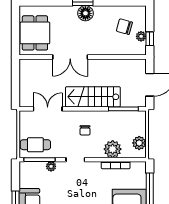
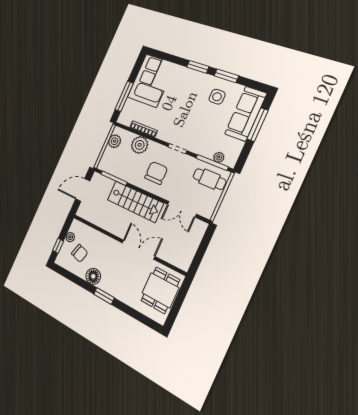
floor lamp: (85, 13) -> (93, 276), moved
window: (150, 39) -> (58, 246), moved
chair: (85, 130) -> (156, 173), width x1.87, depth x1.87
plant: (51, 166) -> (219, 157), moved

